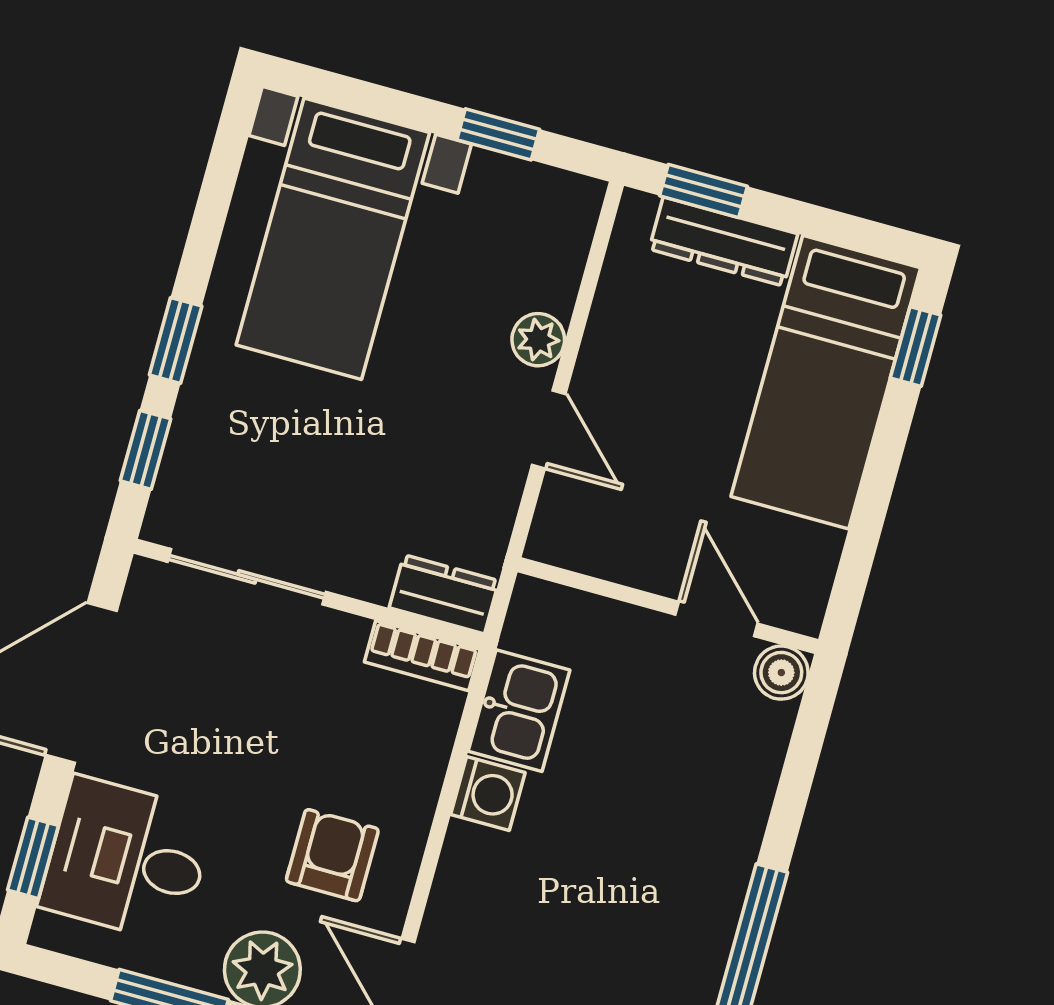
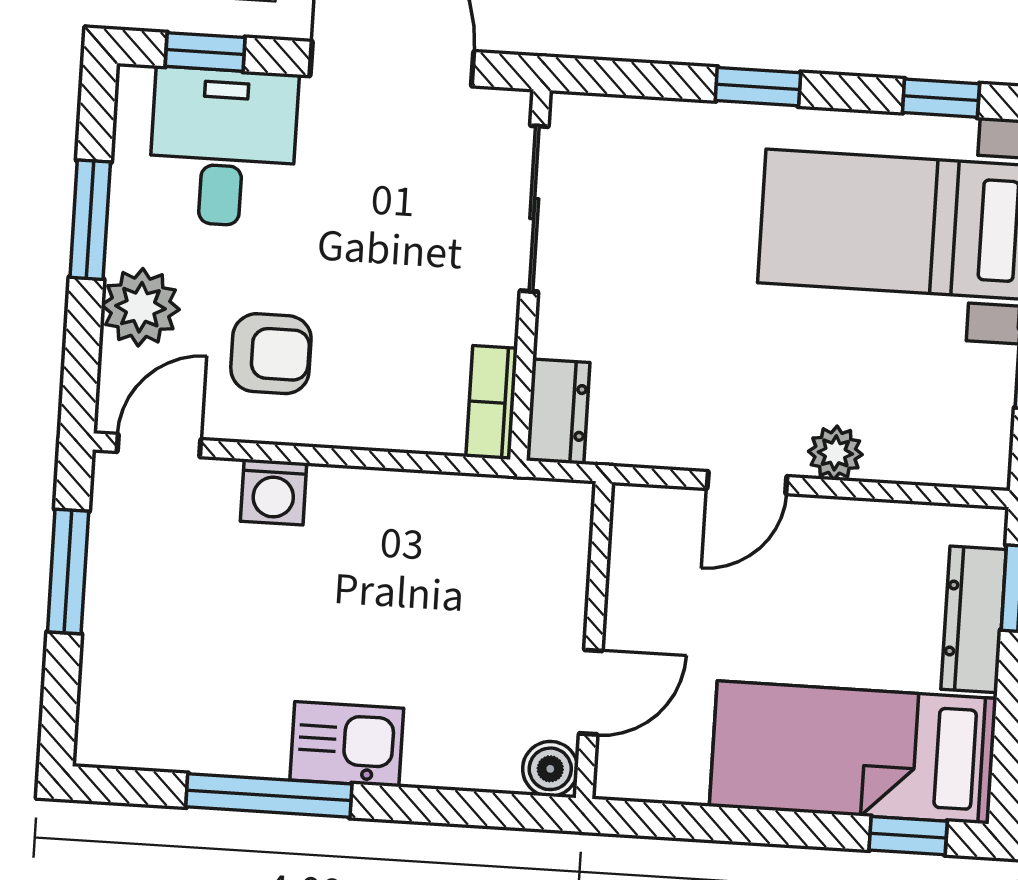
window: (145, 450) -> (941, 98), moved
kitchen sink: (519, 711) -> (347, 744), moved, turned 180
washing machine: (488, 793) -> (274, 492), moved

